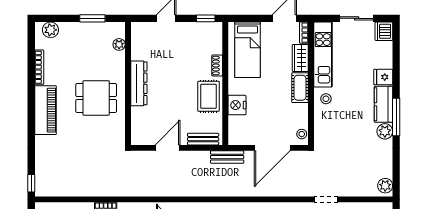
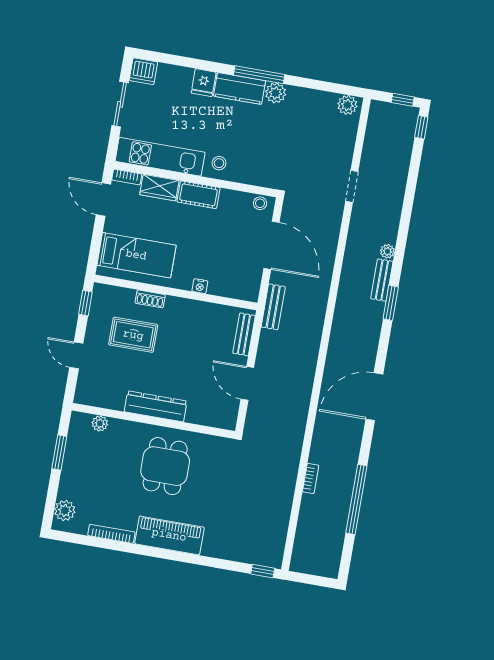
rug: (209, 96) -> (133, 335), moved
nightstand: (237, 105) -> (200, 286), width x0.53, depth x0.56

